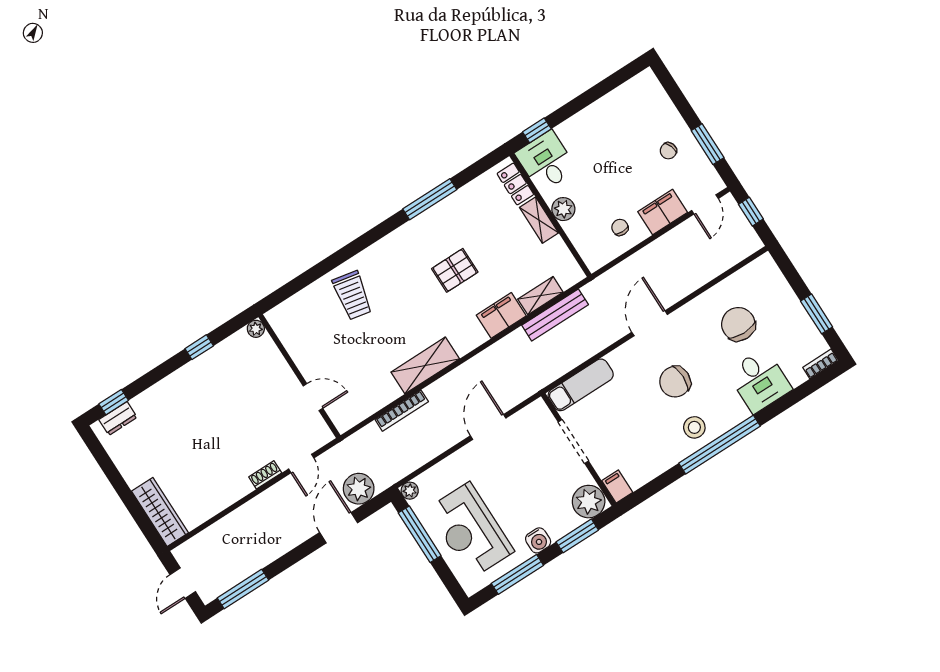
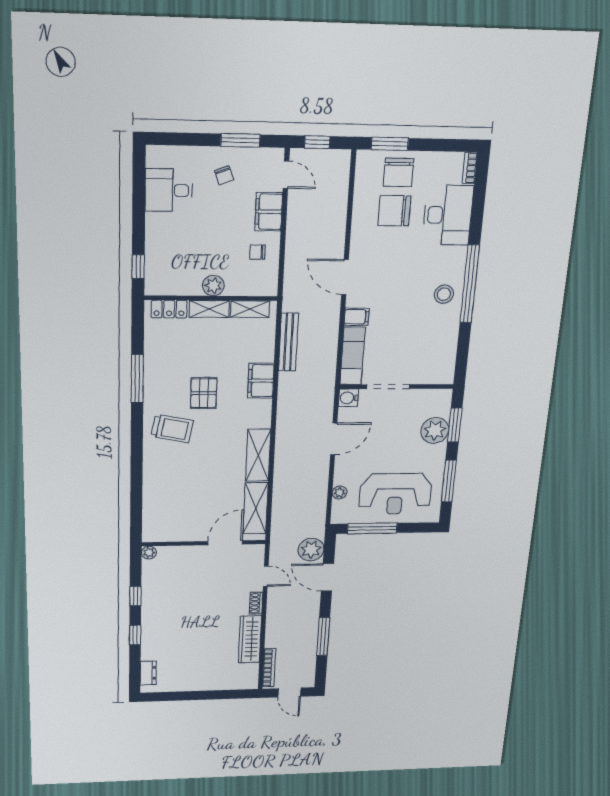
desk: (546, 161) -> (169, 190), moved
trolley: (352, 295) -> (172, 429), moved
shelving: (540, 296) -> (250, 309), moved, turned 90
window: (817, 314) -> (390, 144), moved
desk: (759, 381) -> (448, 215), width x1.37
chair: (675, 382) -> (398, 172), moved
door: (313, 397) -> (225, 543), width x1.38
window: (114, 402) -> (135, 635), moved
shelving: (368, 402) -> (256, 508), added
bookcase: (402, 411) -> (269, 668), moved
door: (488, 427) -> (334, 439), swing flipped
filing cabinet: (617, 487) -> (357, 317), moved, turned 180
plant: (410, 491) -> (340, 493), moved
plant: (589, 502) -> (435, 431), moved
wardrobe: (160, 512) -> (250, 639), moved, turned -90
water cooler: (538, 540) -> (348, 398), moved, turned 180
window: (243, 589) -> (323, 636), moved

